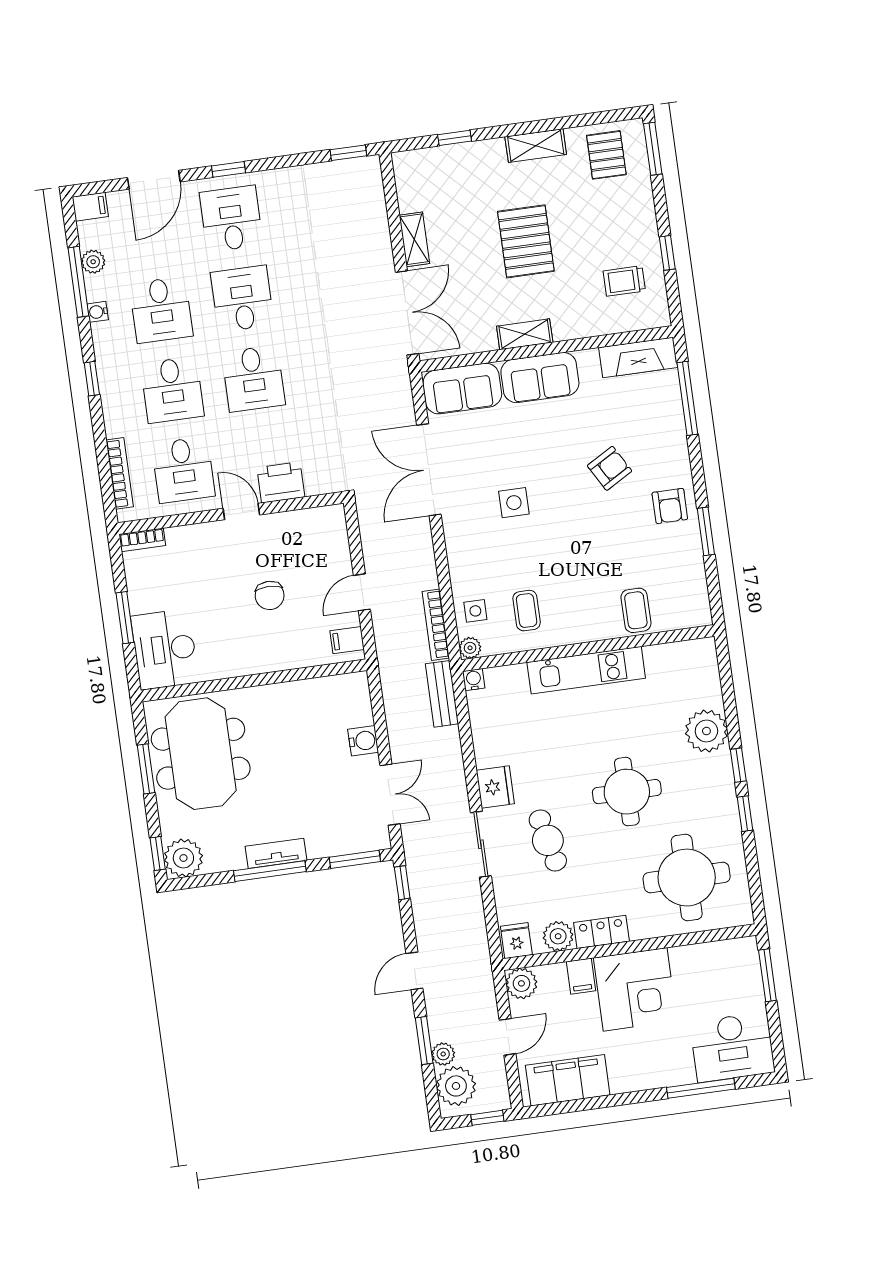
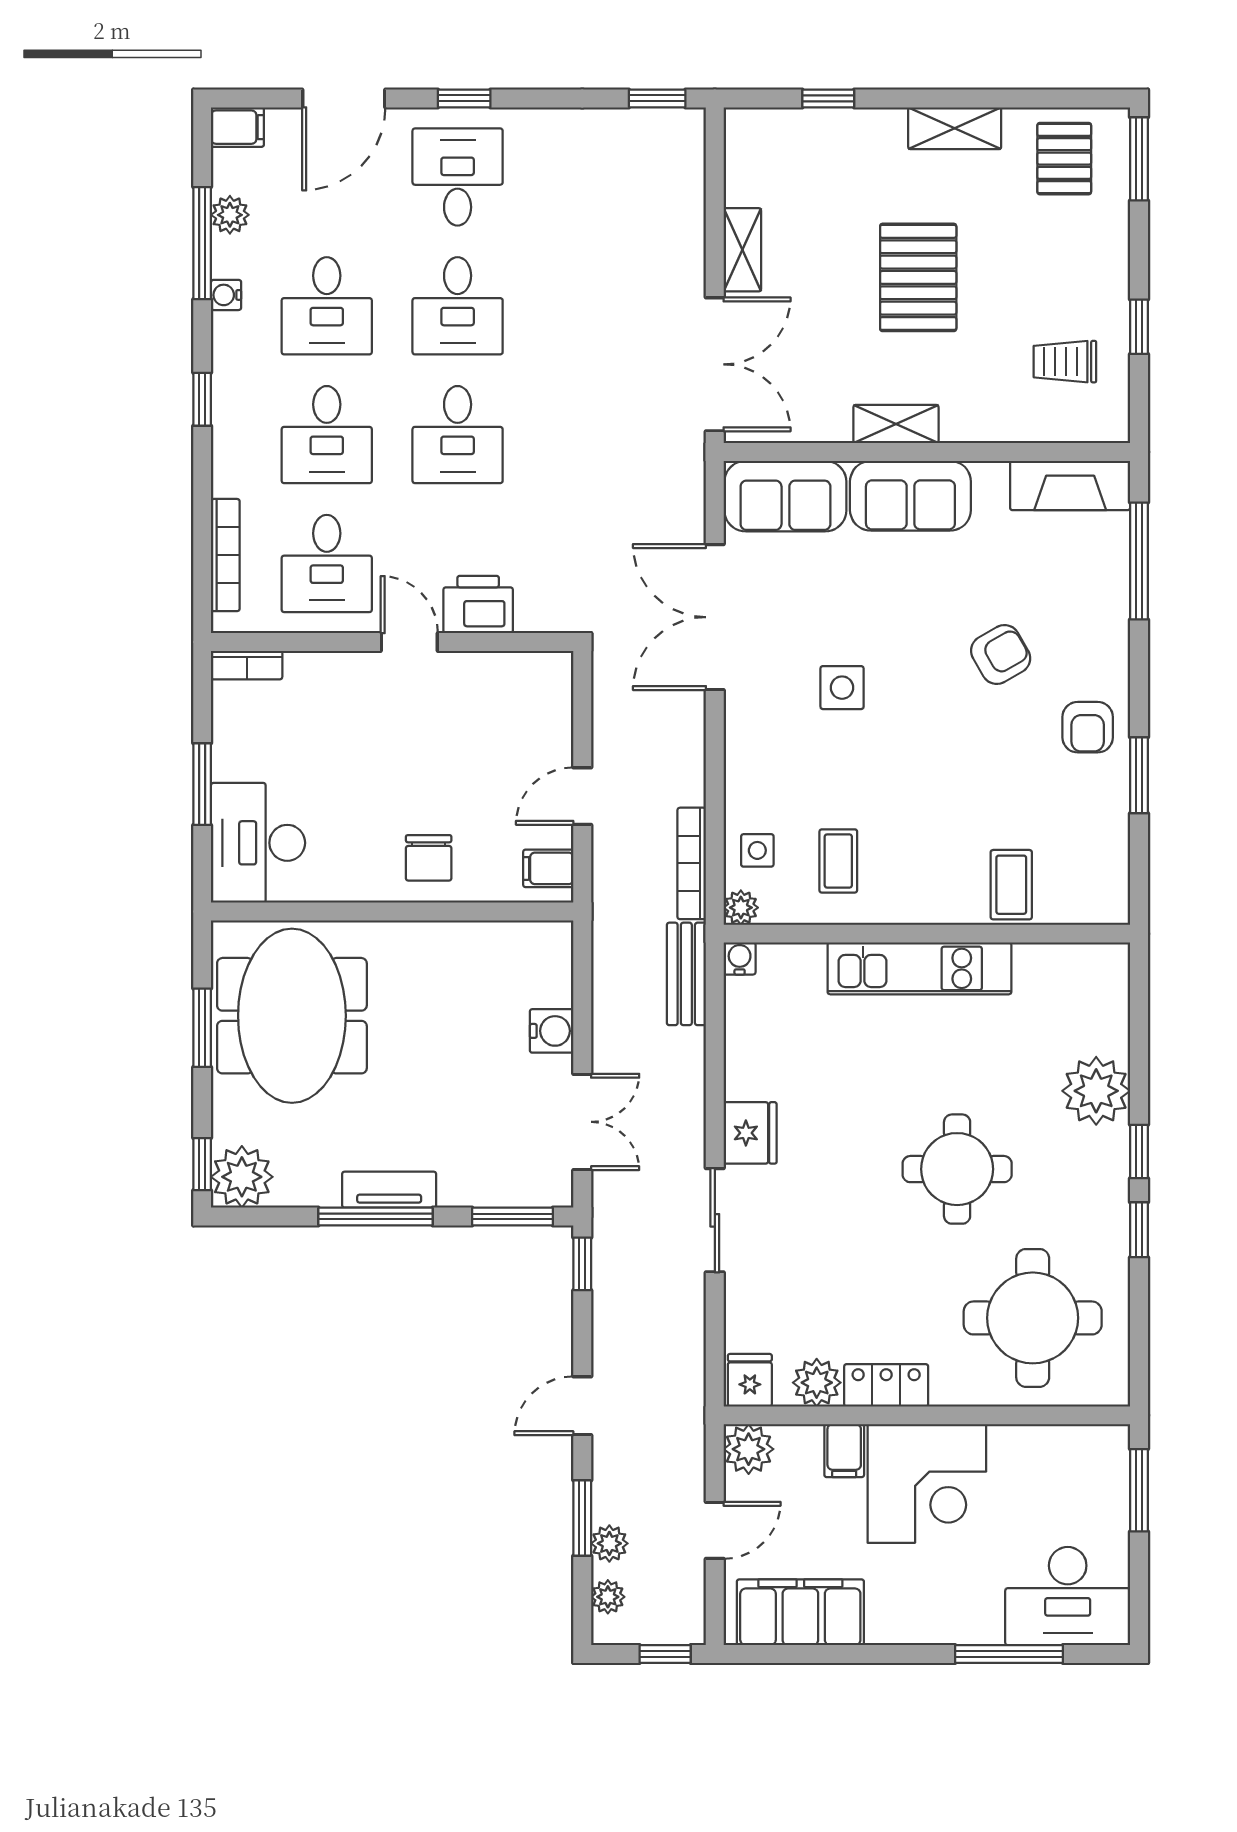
desk: (242, 299) -> (458, 306), turned 180
chair: (270, 595) -> (429, 858), moved
cafe table: (548, 840) -> (821, 1229), removed
plant: (456, 1086) -> (608, 1597), width x0.53, depth x0.53

